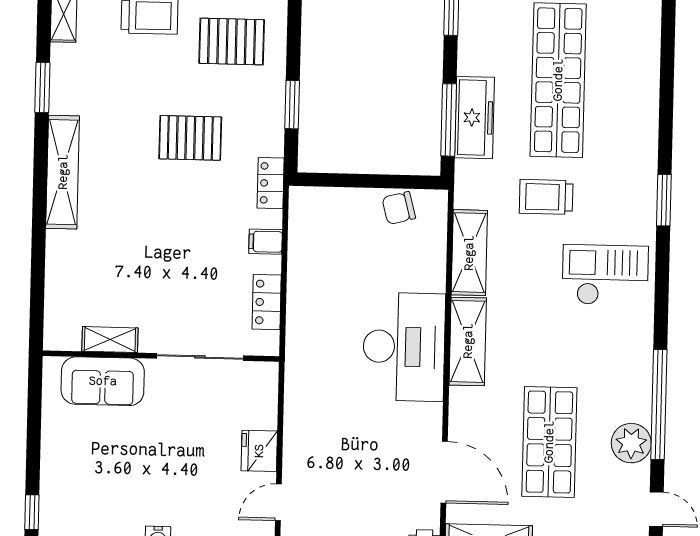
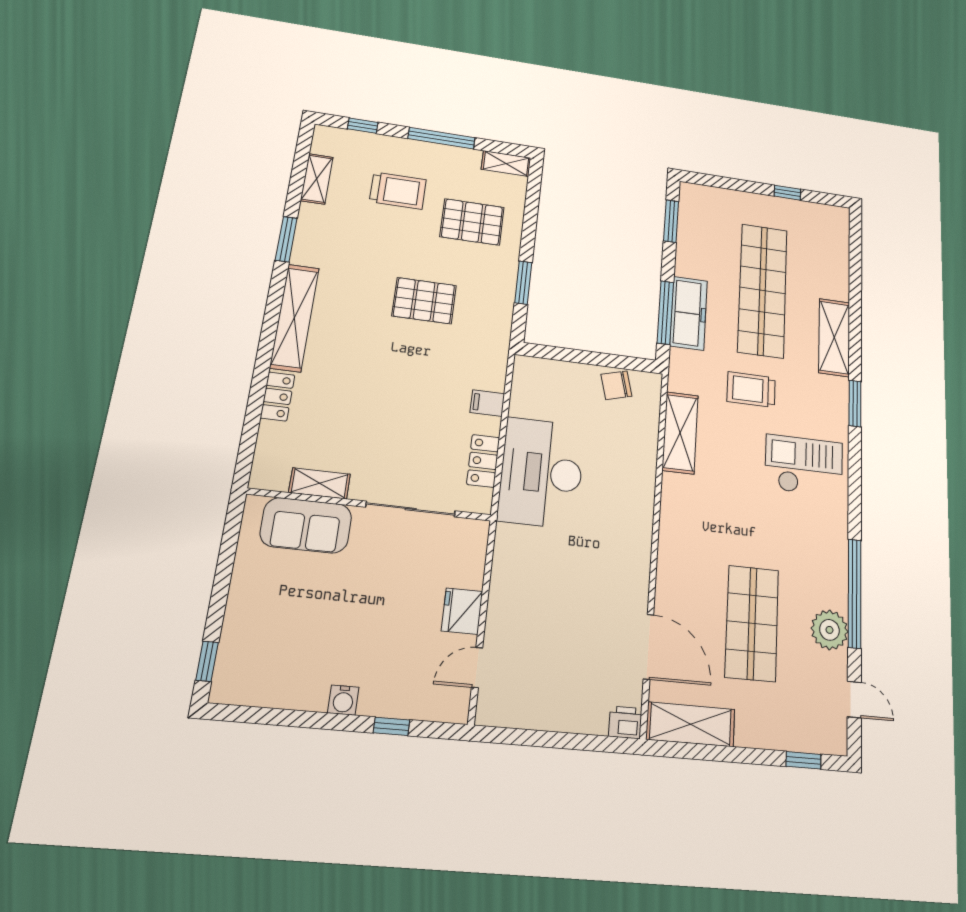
locker: (271, 183) -> (277, 396), moved, turned 180
shelving: (468, 341) -> (834, 337), moved
desk: (404, 347) -> (541, 473), moved, turned 180

